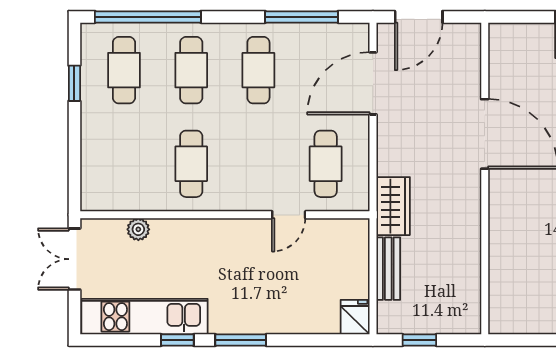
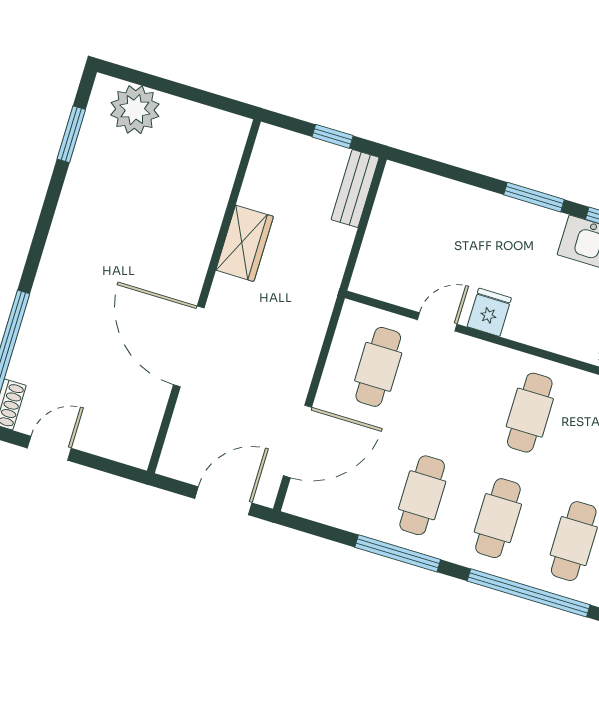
window: (302, 17) -> (398, 553), moved
wardrobe: (393, 206) -> (245, 243), moved, turned 180
bench: (388, 269) -> (355, 188), moved
fridge: (355, 317) -> (489, 312), moved, turned 180

